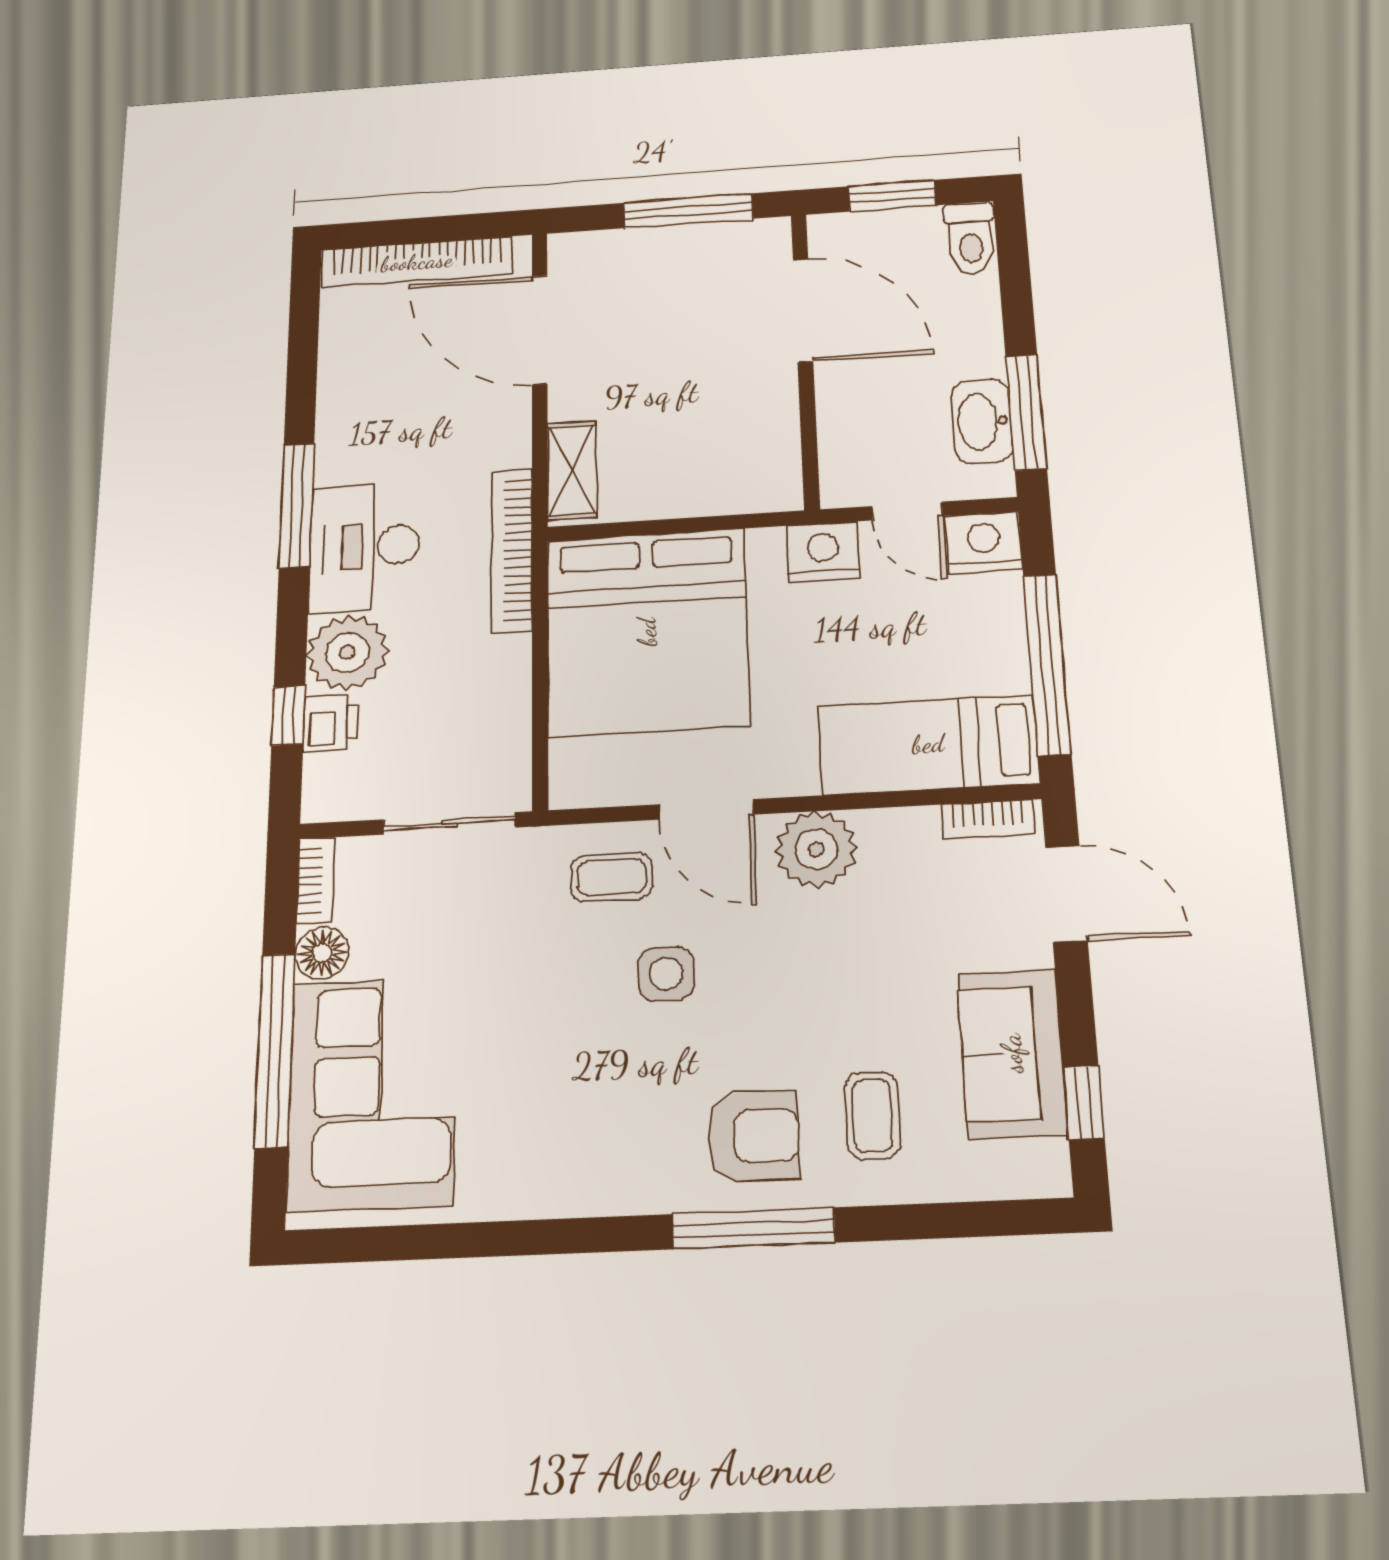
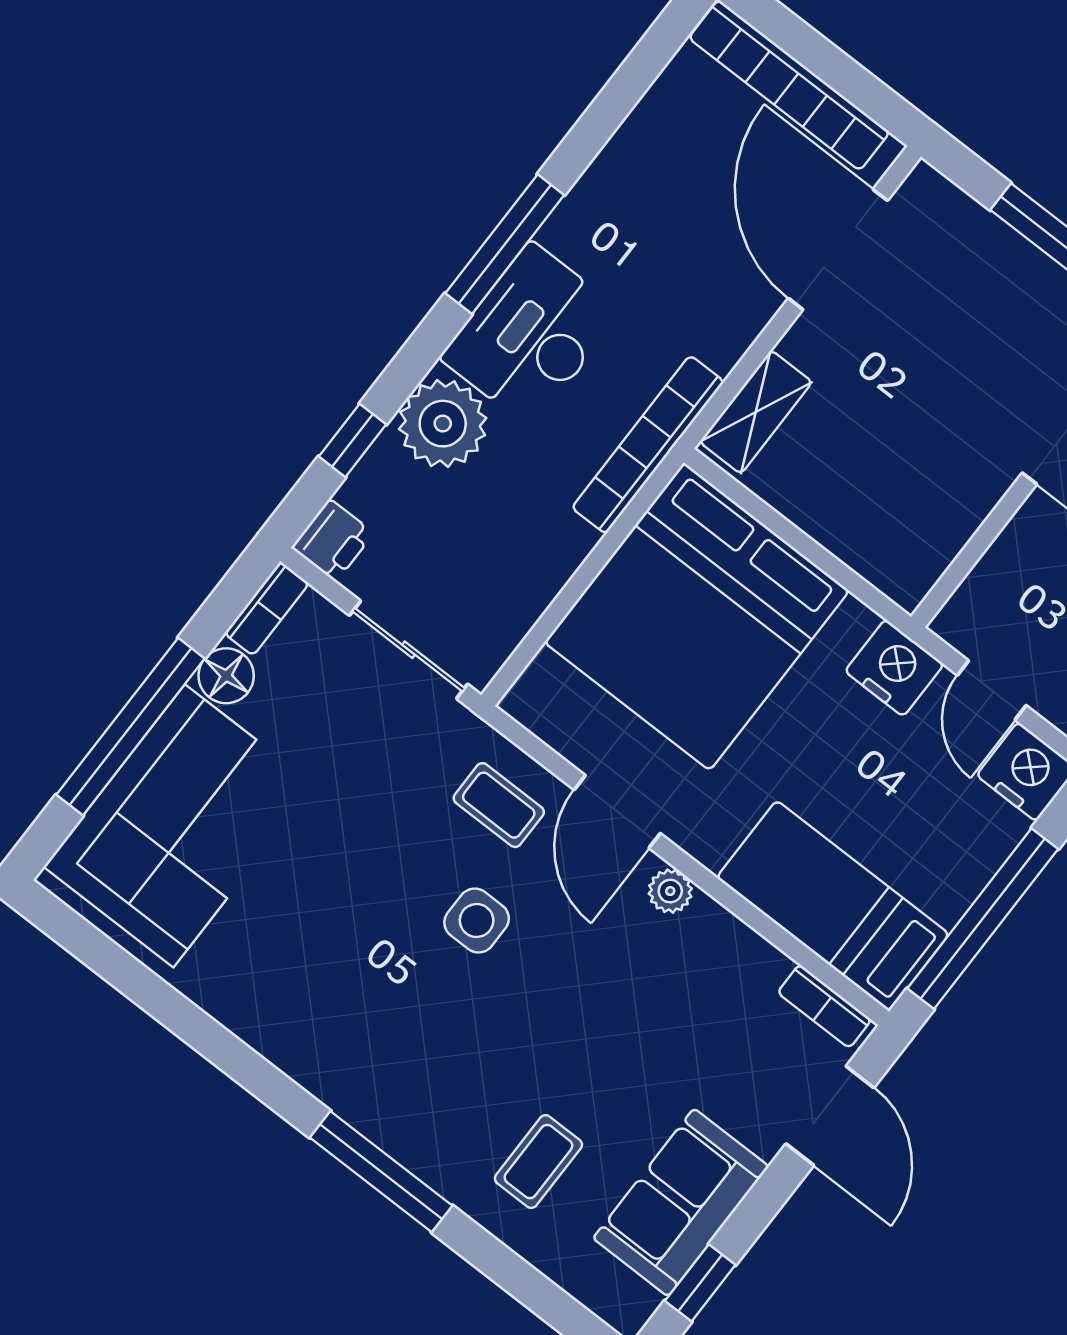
printer: (331, 723) -> (333, 540), moved
plant: (816, 849) -> (670, 891), width x0.53, depth x0.53
armchair: (754, 1136) -> (438, 1103), removed

